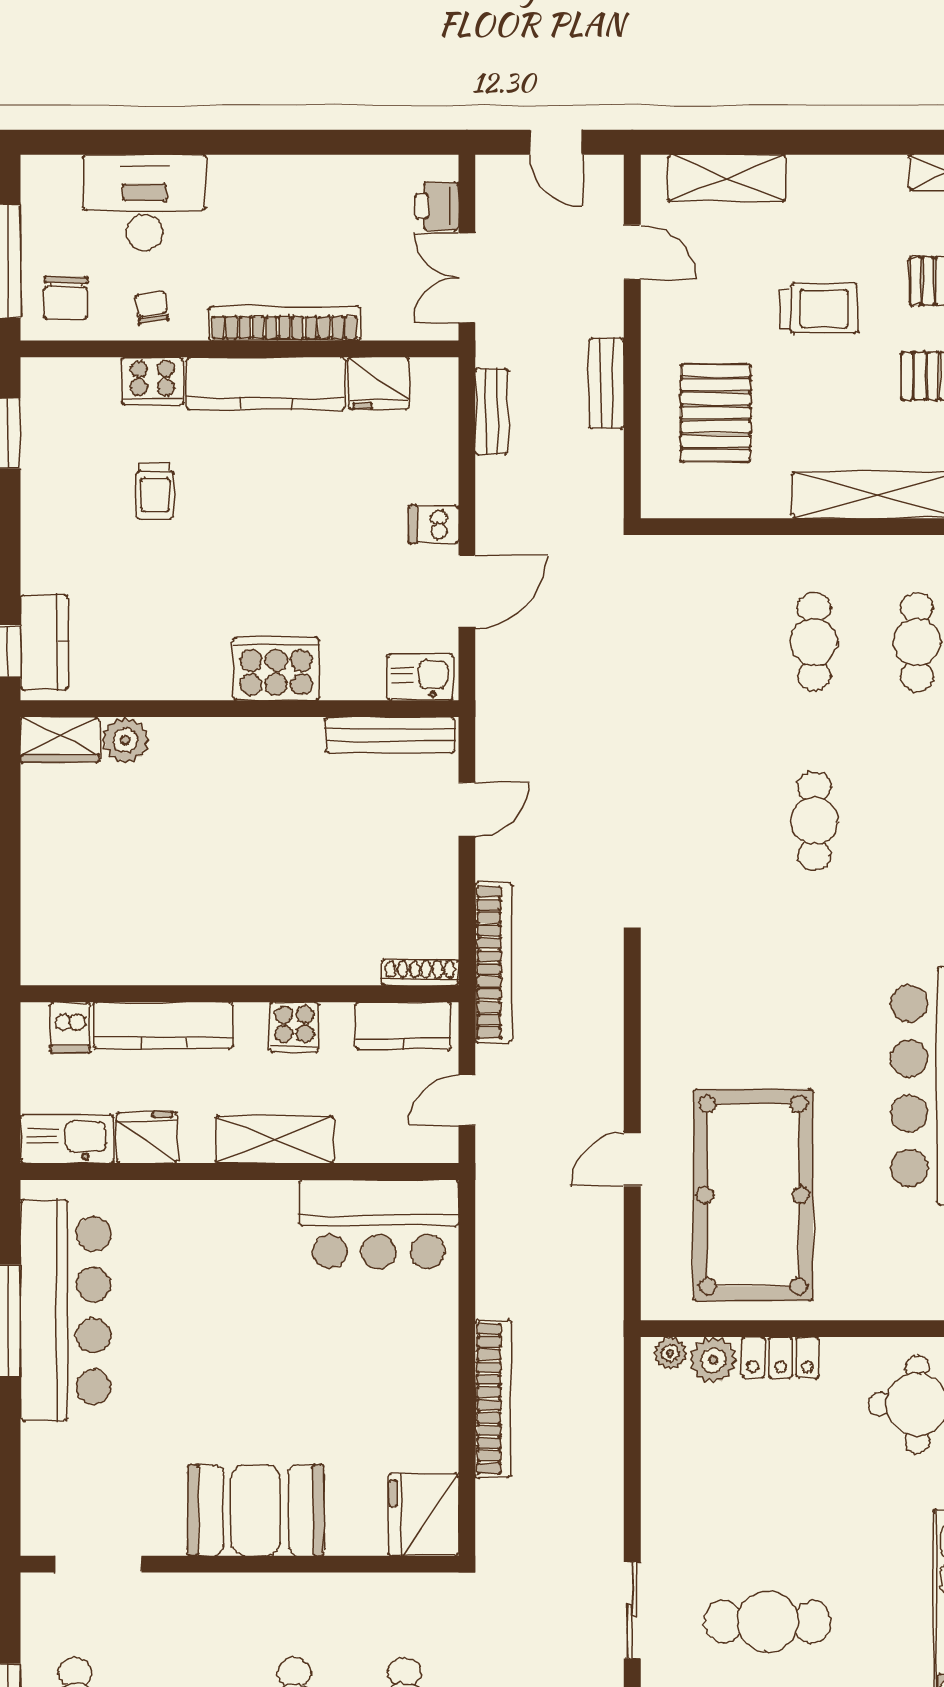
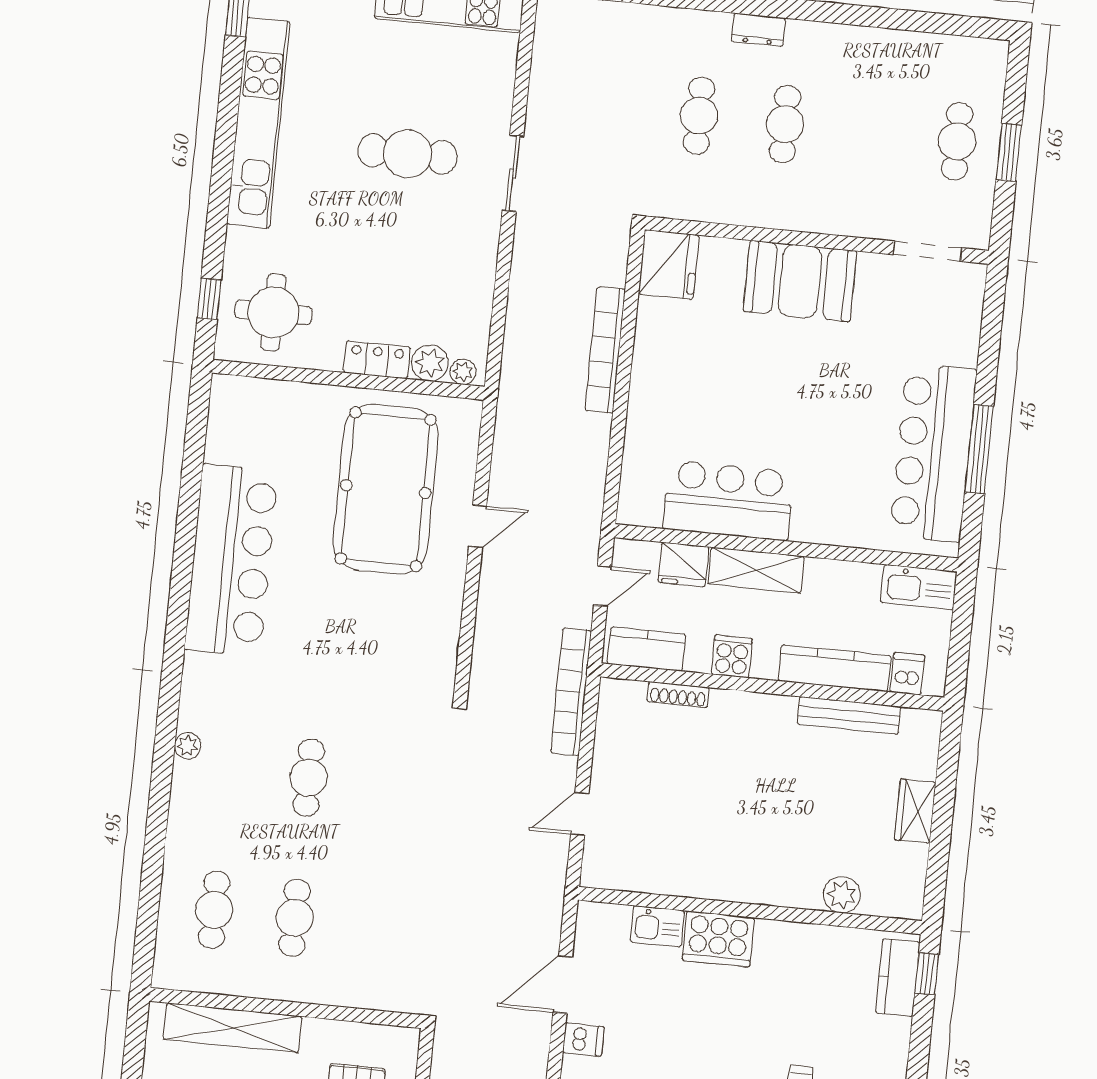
kitchen sink: (420, 677) -> (657, 926), moved
bench: (390, 735) -> (849, 716), moved
wardrobe: (60, 739) -> (915, 811), moved, turned -90
shoe rack: (420, 972) -> (678, 695), moved
fridge: (147, 1137) -> (683, 565), moved
bar counter: (379, 1224) -> (728, 500), moved

